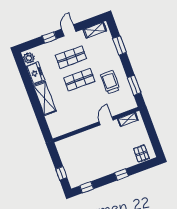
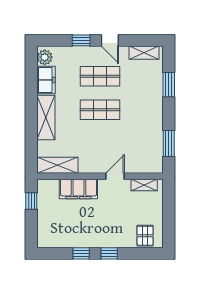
door: (69, 30) -> (110, 40), swing flipped
trolley: (110, 82) -> (139, 128), removed
shelving: (64, 128) -> (57, 165), added
filing cabinet: (85, 139) -> (78, 189), added
window: (61, 173) -> (31, 201), moved
window: (87, 187) -> (81, 253), moved

